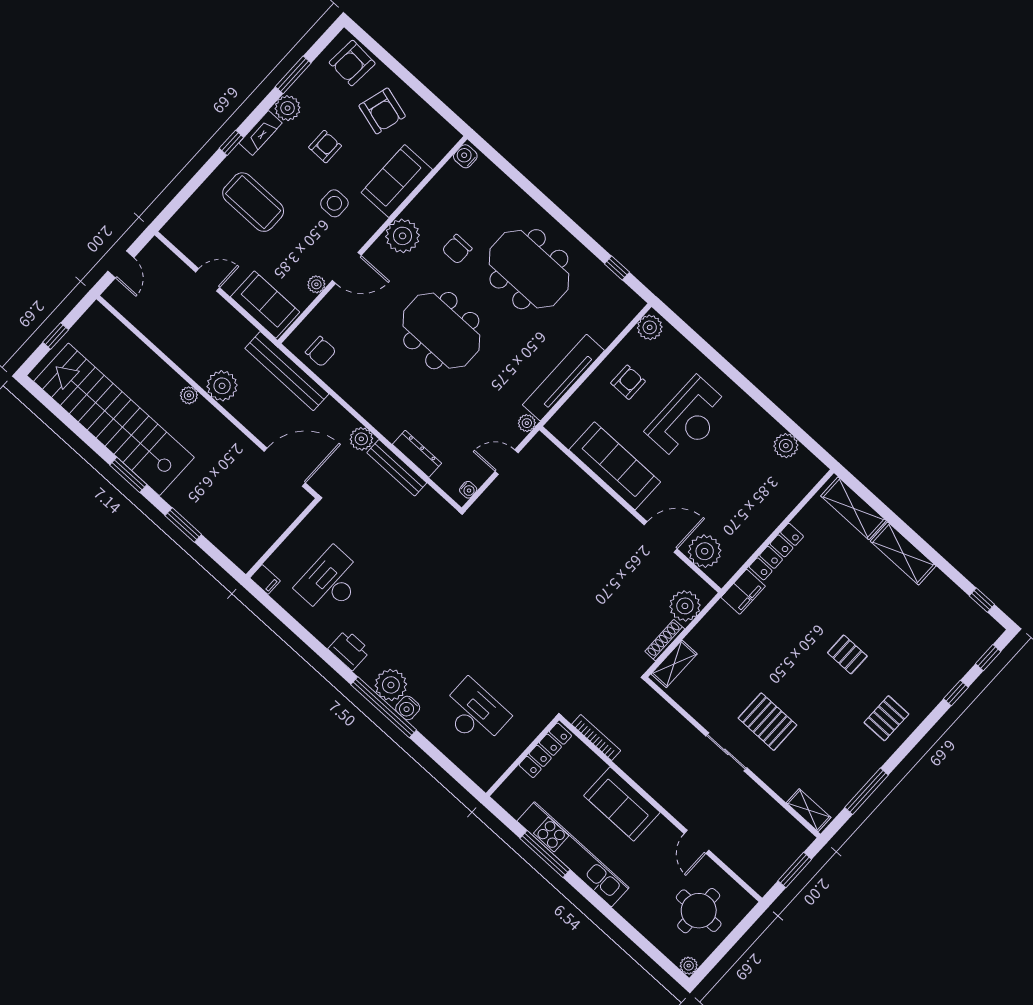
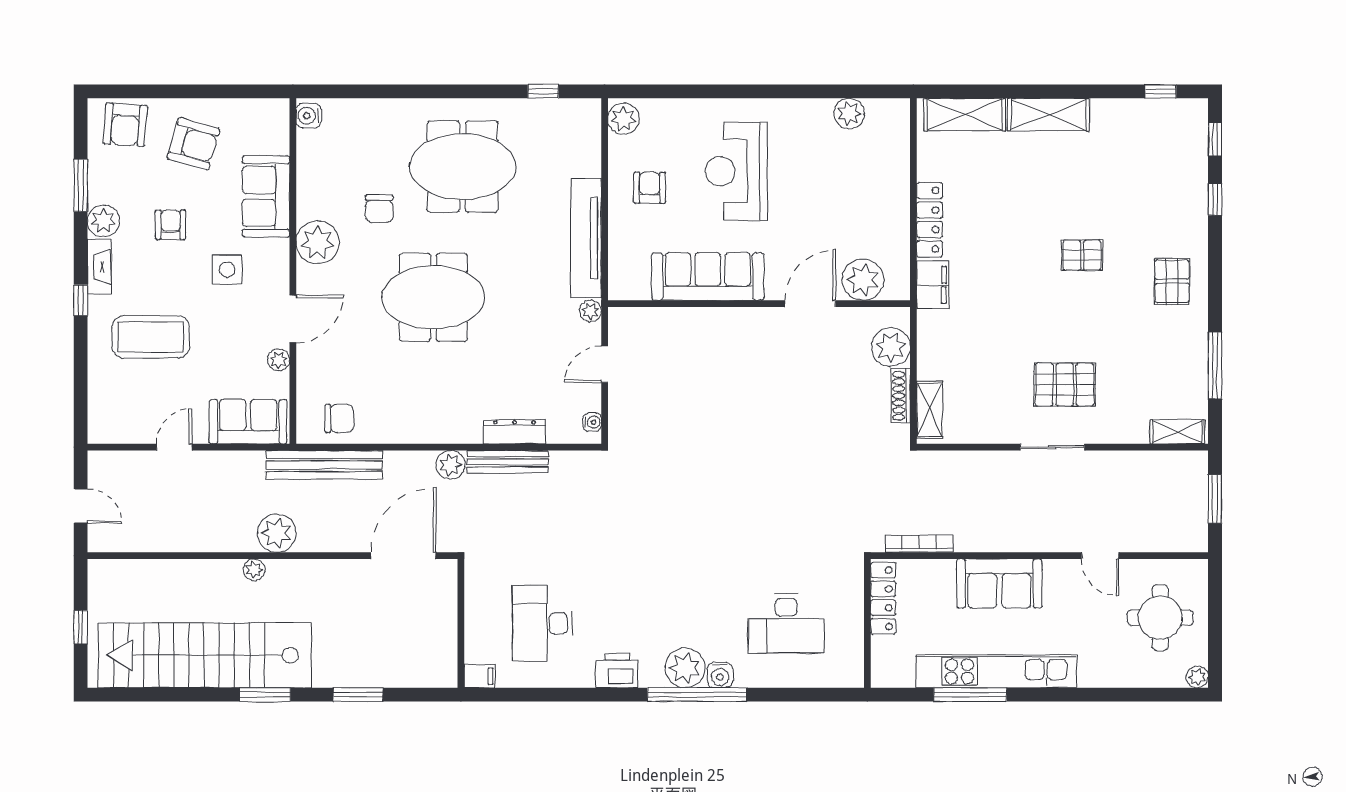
reception desk: (688, 419) -> (736, 171), turned 180
desk: (475, 713) -> (786, 623), turned 180

